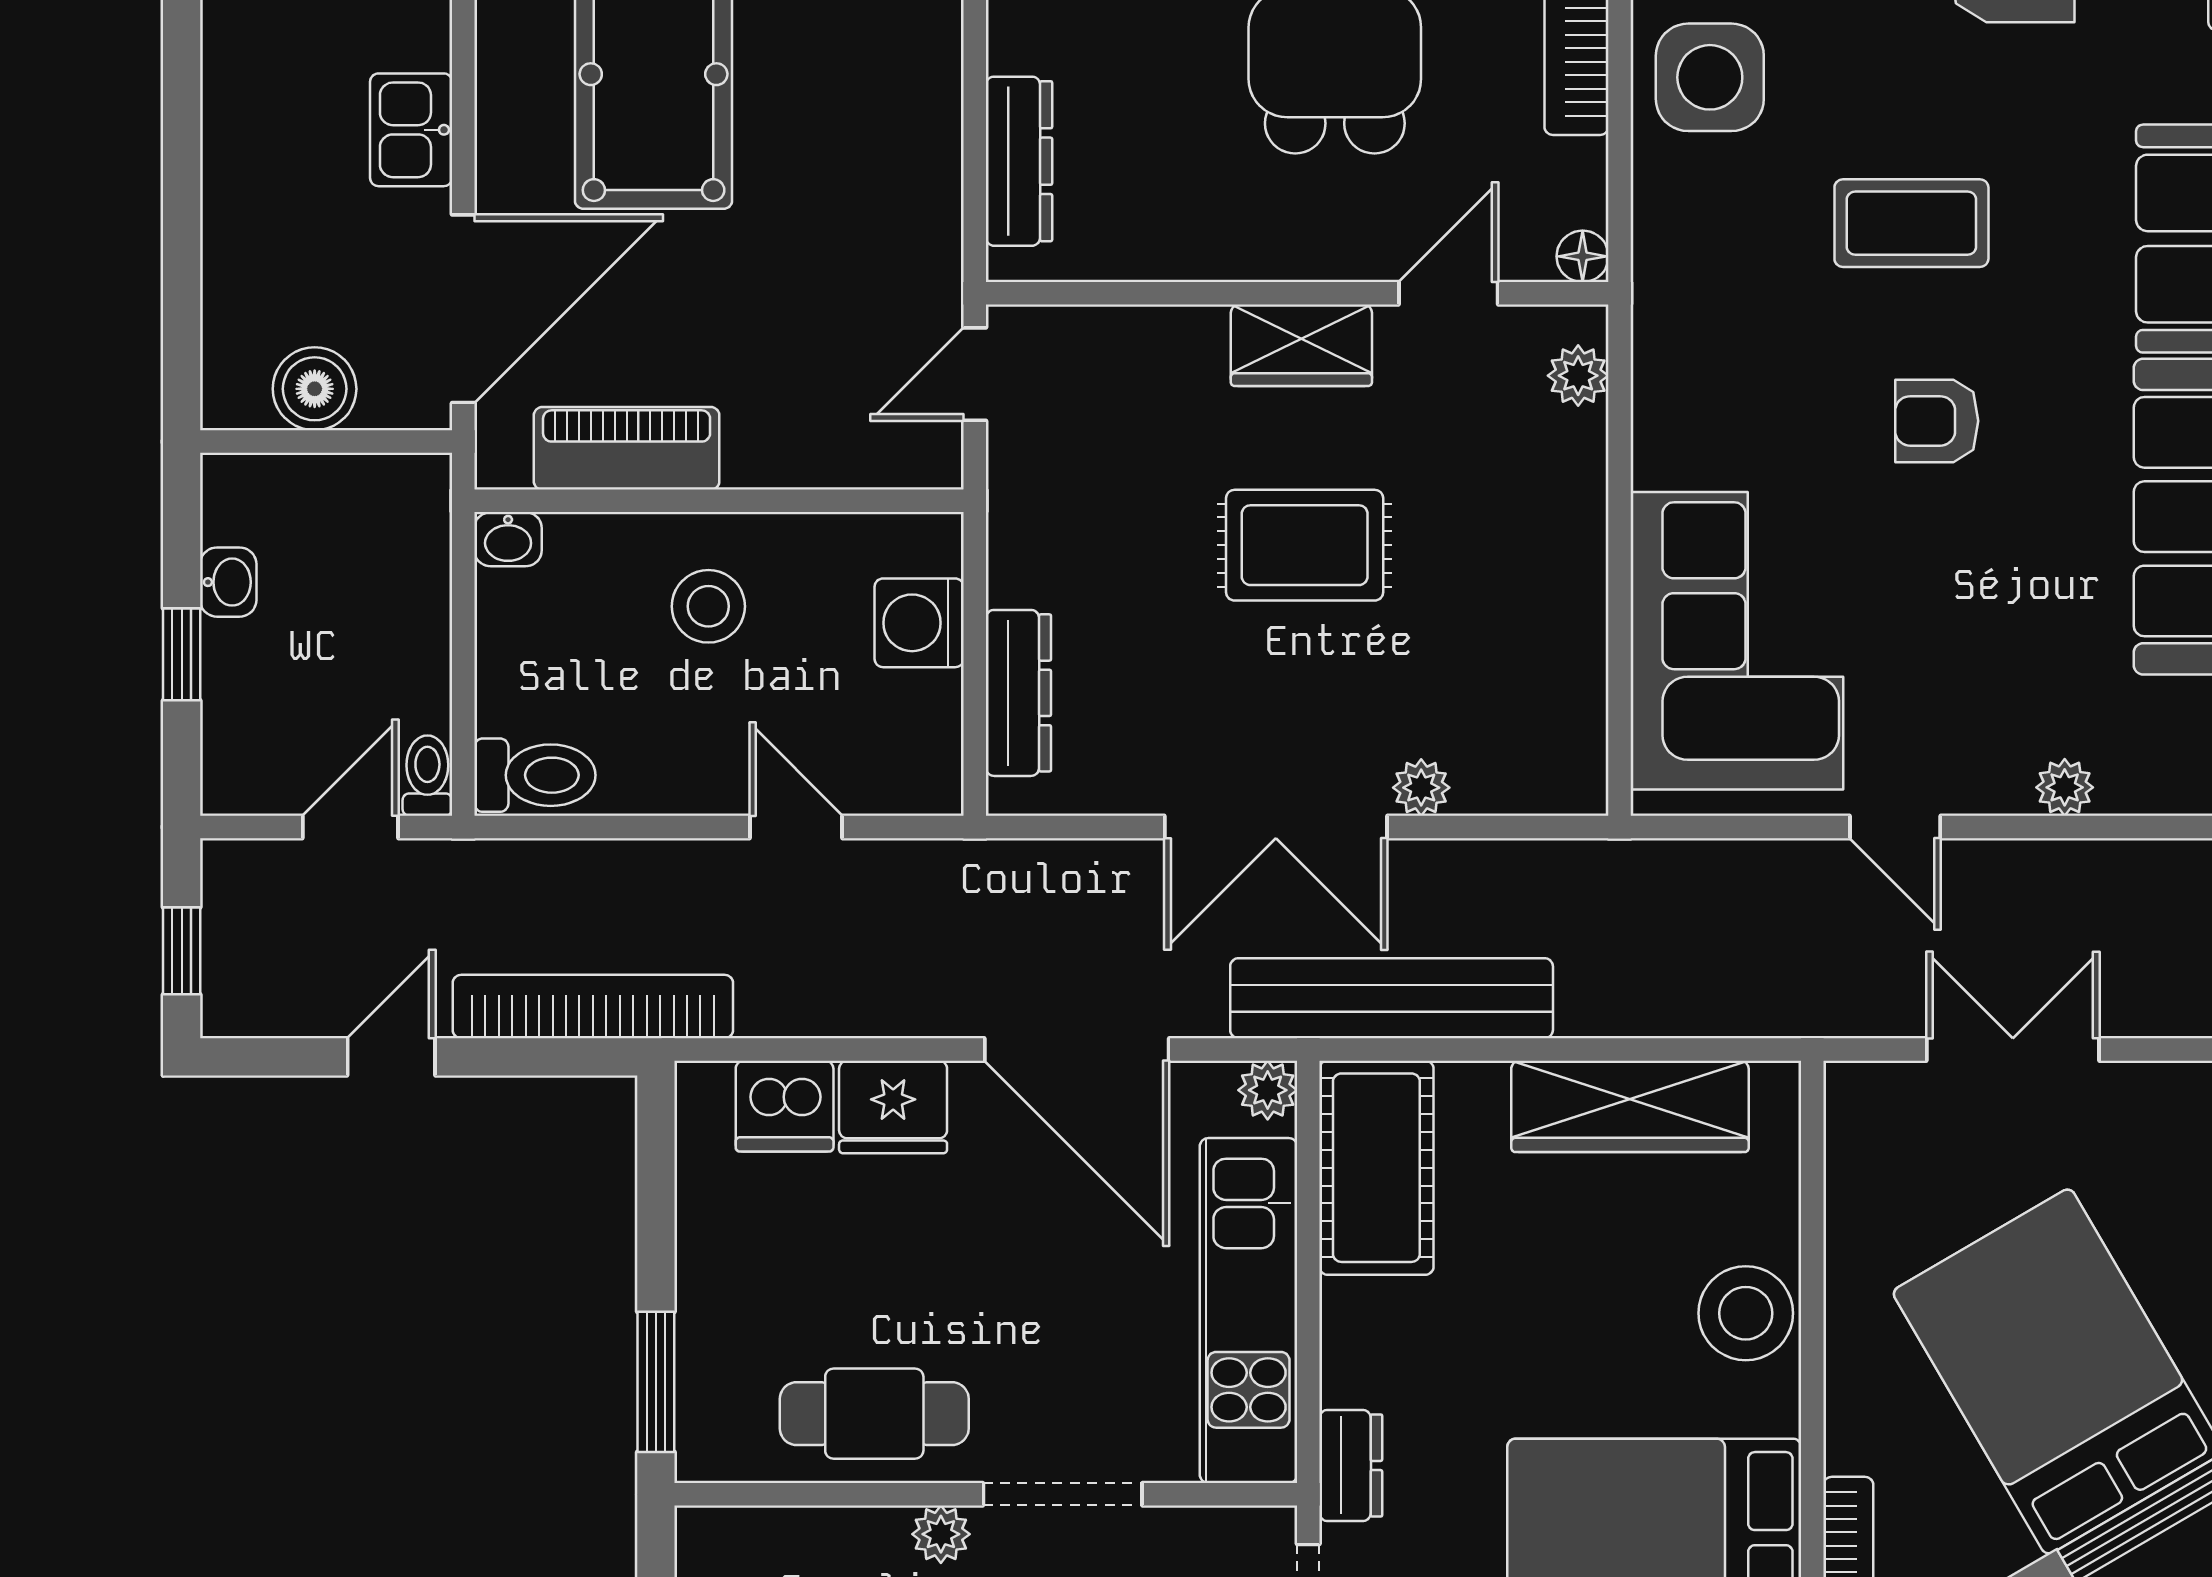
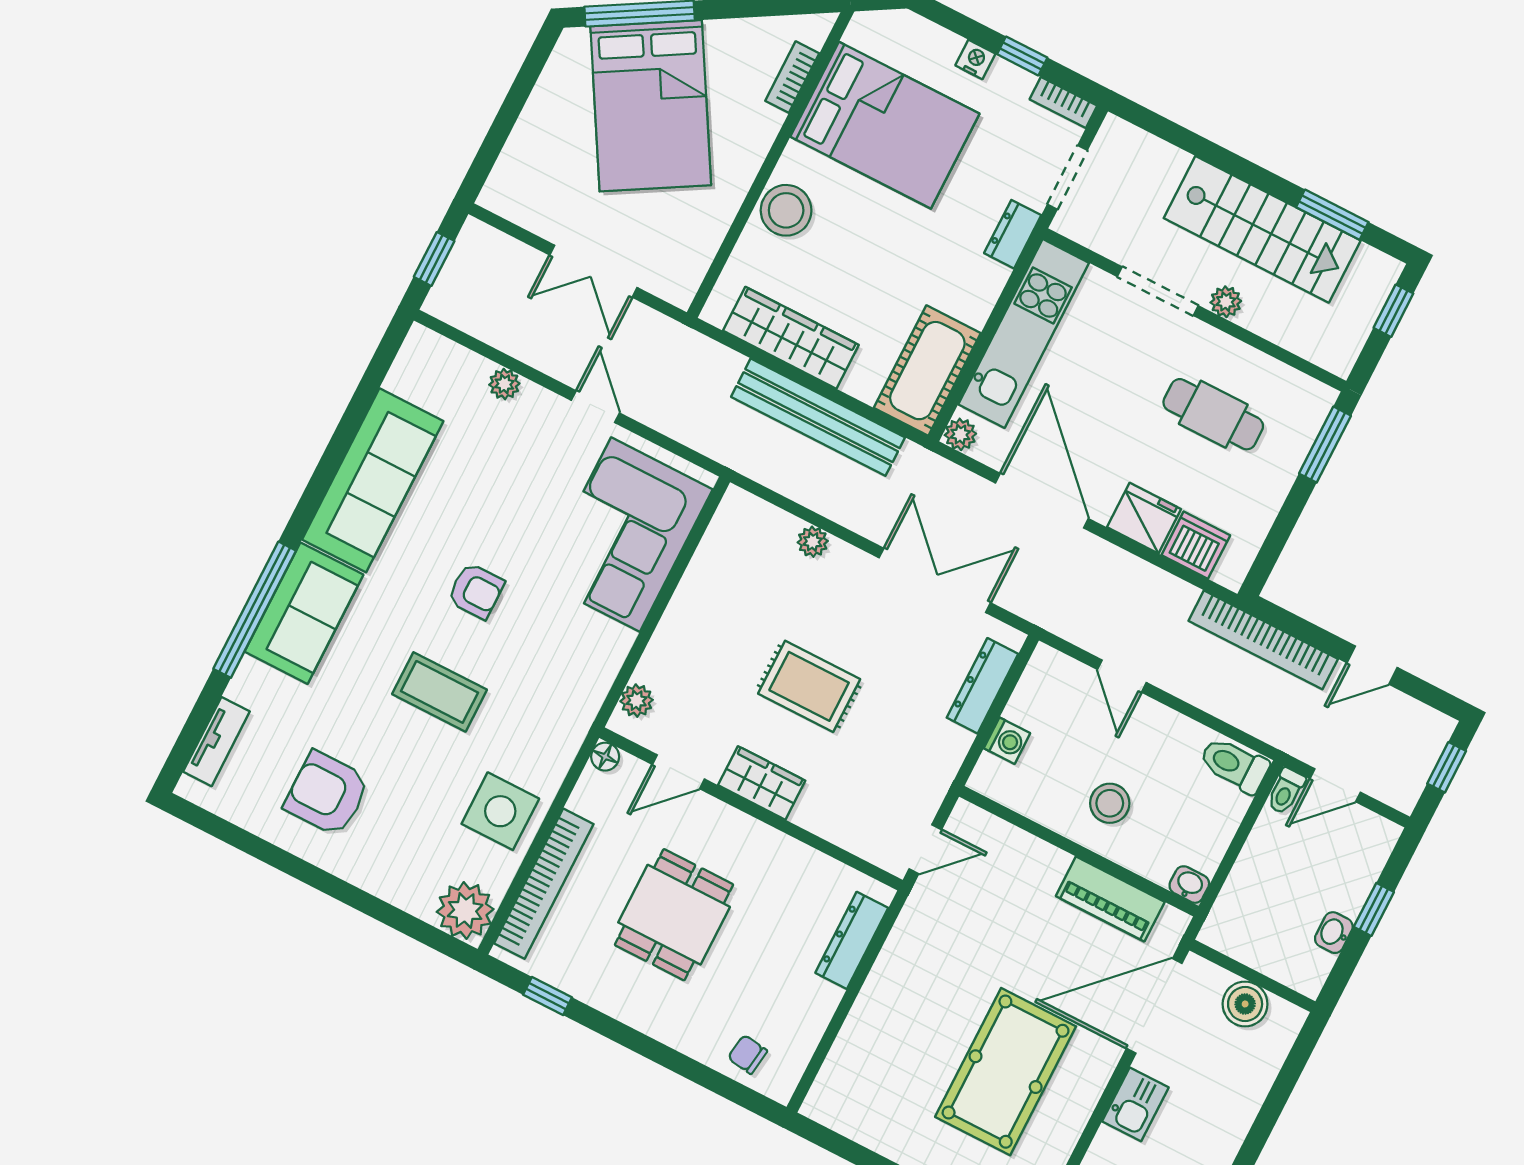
washing machine: (919, 623) -> (1007, 741), width x0.73, depth x0.73
double door: (1276, 827) -> (935, 580), moved
bench: (1392, 998) -> (818, 417), moved
cafe table: (874, 1414) -> (1213, 414), moved

